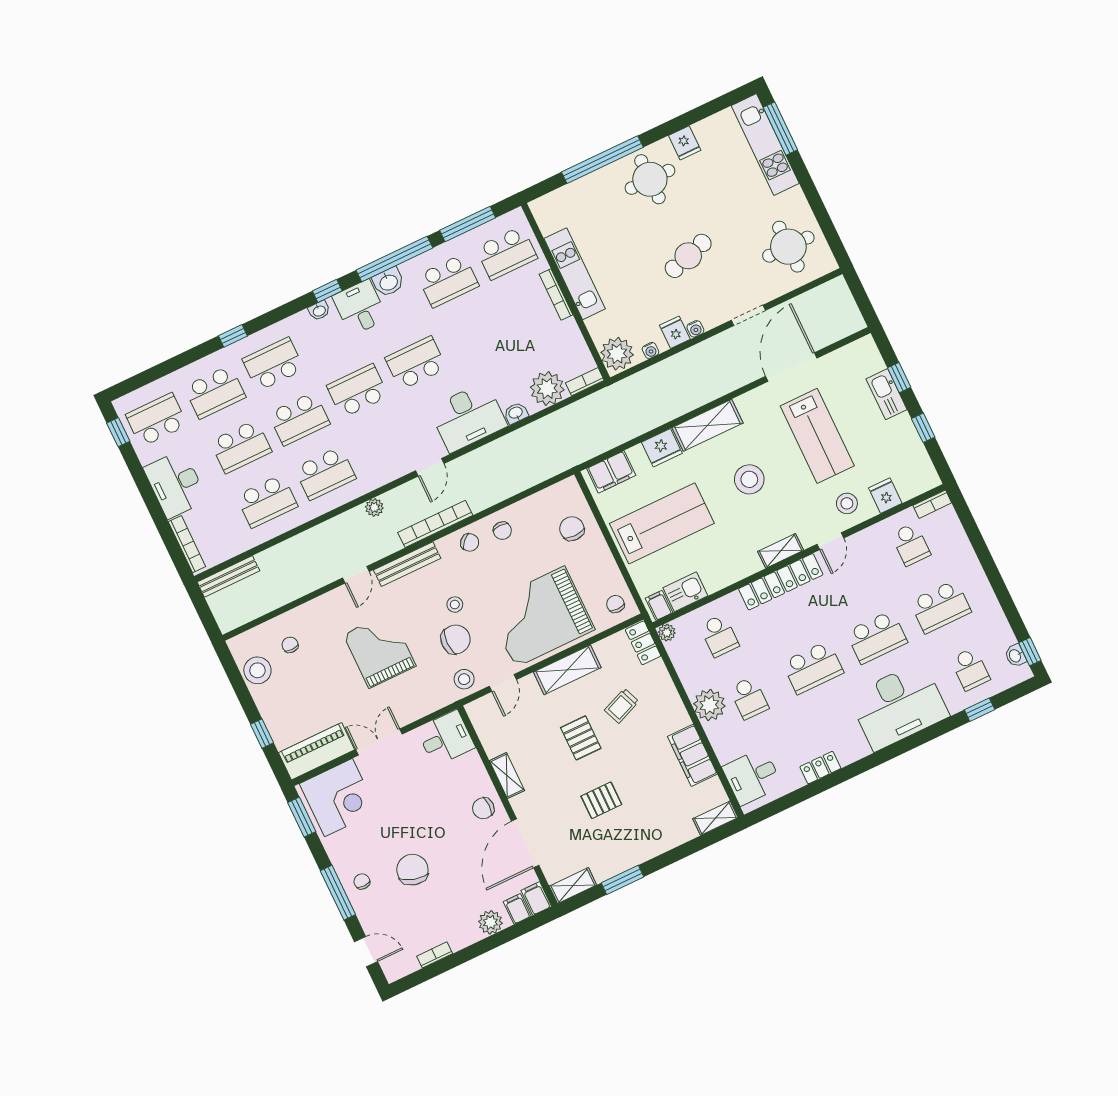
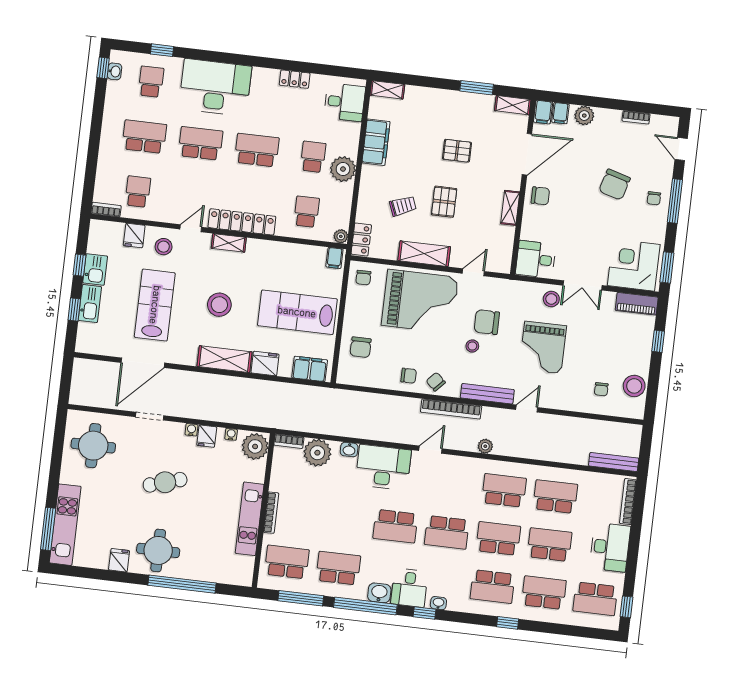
chair: (502, 531) -> (409, 376), turned 90
kitchen sink: (685, 592) -> (95, 269), moved, turned -90
stool: (464, 679) -> (551, 299), moved
piano: (317, 751) -> (637, 304), width x0.73, depth x0.75

